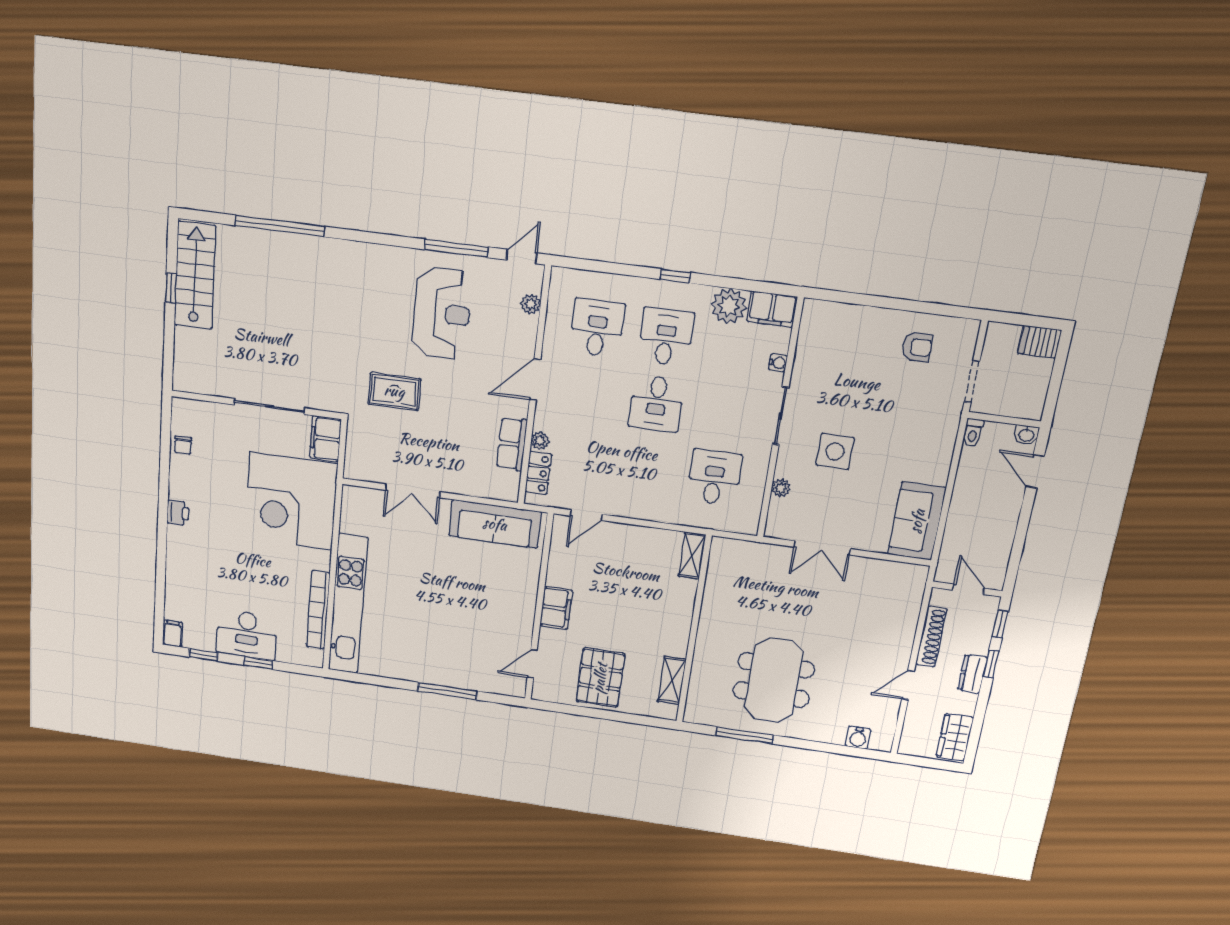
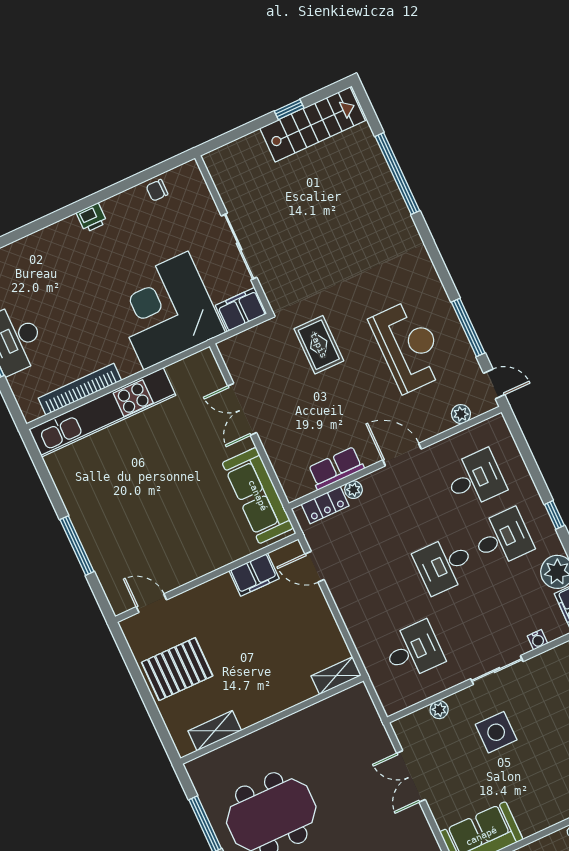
reception desk: (442, 313) -> (409, 346), turned -90
filing cabinet: (556, 608) -> (254, 575), moved

